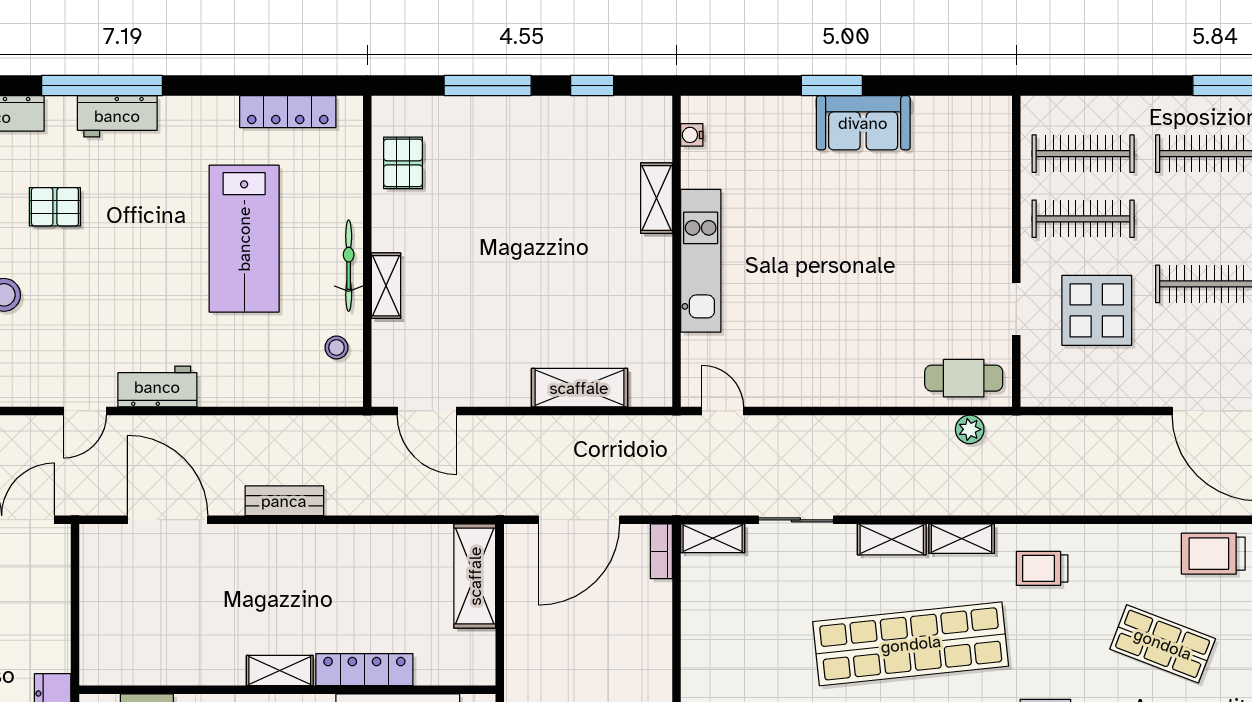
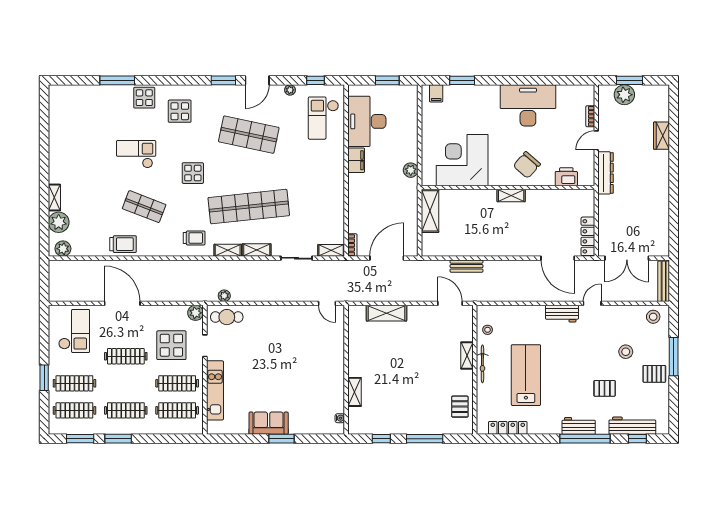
kitchen unit: (701, 261) -> (215, 390), moved, turned 180
plant: (1039, 388) -> (196, 313), added
bench: (284, 501) -> (466, 266), moved
shelving: (475, 576) -> (430, 211), moved
locker: (364, 670) -> (588, 236), moved, turned 90

